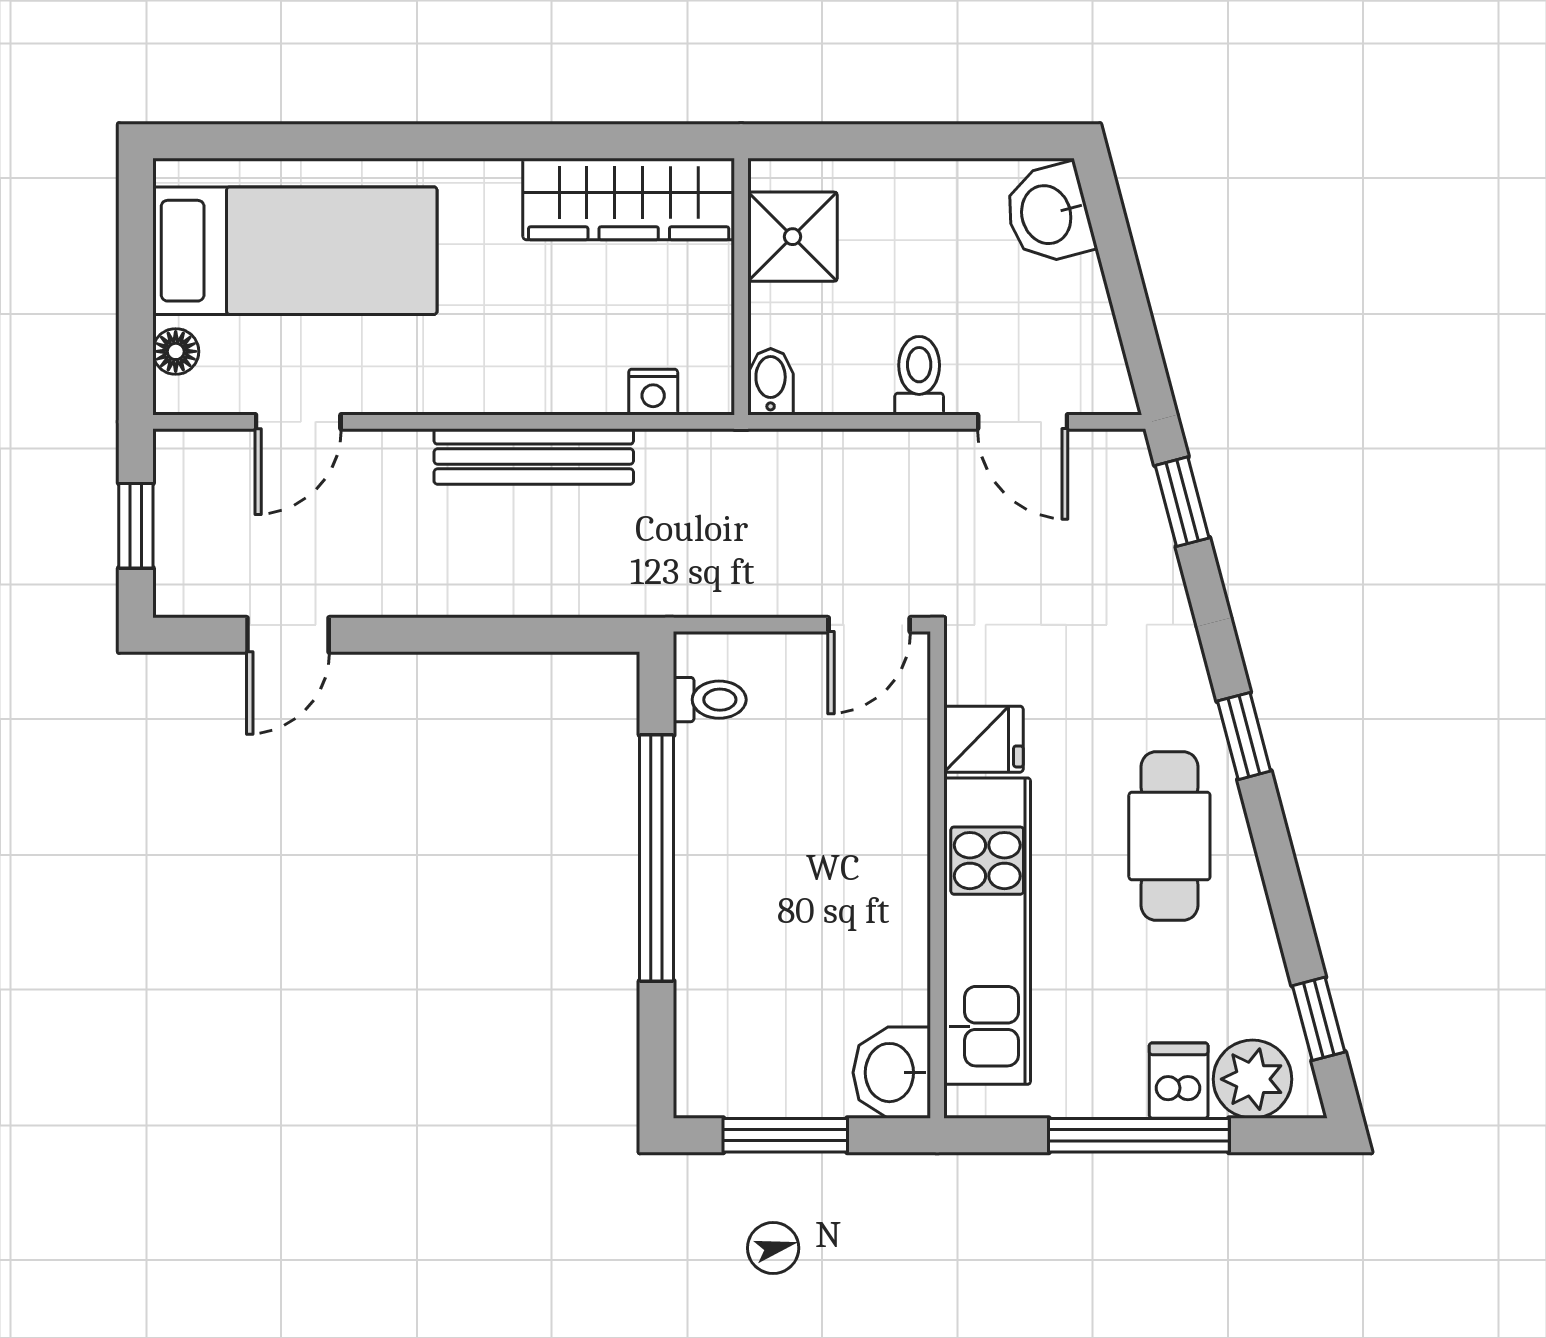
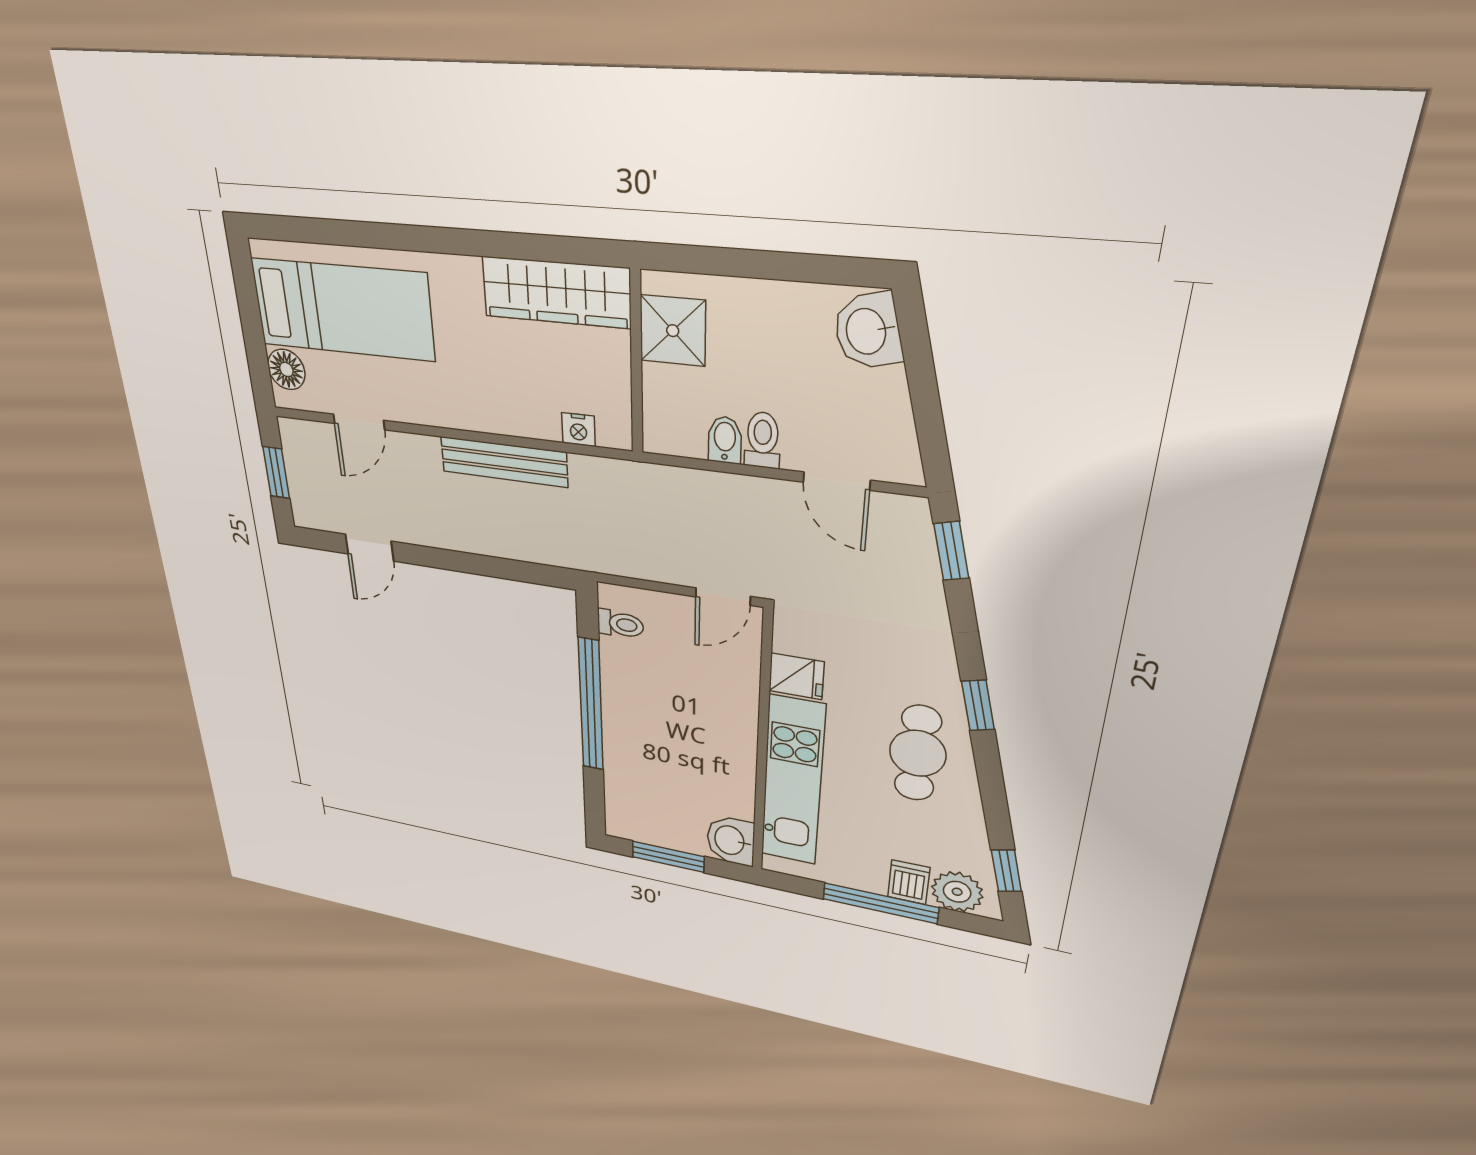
floor lamp: (176, 351) -> (286, 369), width x1.37, depth x1.37
bidet: (771, 382) -> (725, 440), moved

